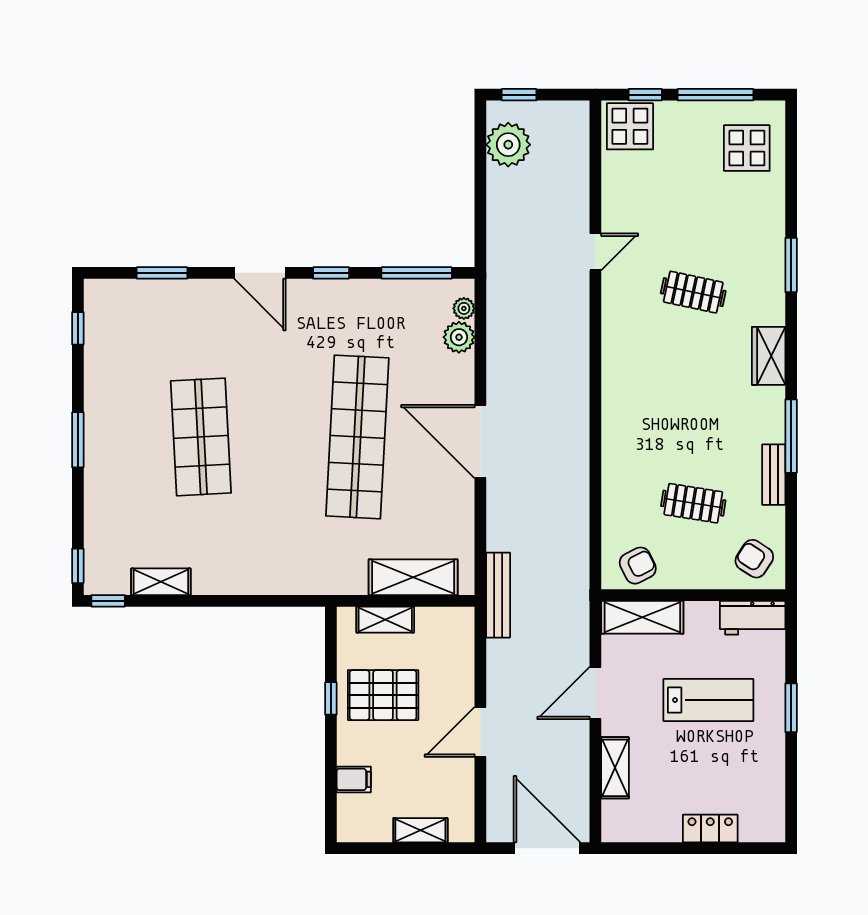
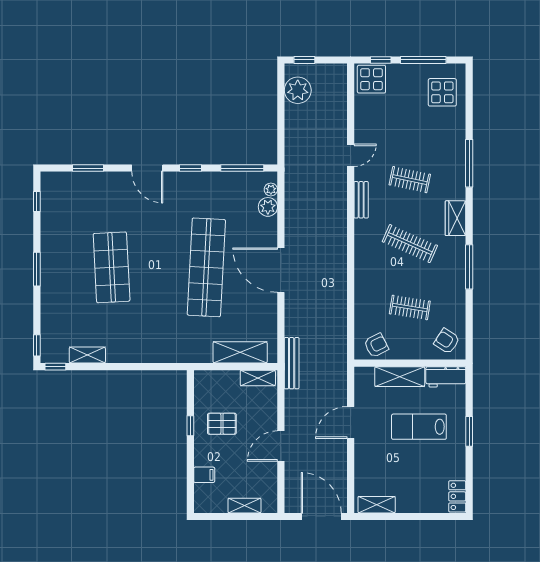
window: (791, 265) -> (469, 163), width x1.44
clothes rail: (693, 398) -> (410, 244), added
bench: (774, 475) -> (361, 200), moved
shelving: (642, 617) -> (400, 377), moved
shelving: (385, 620) -> (258, 378), moved
pallet: (383, 695) -> (222, 424), width x0.67, depth x0.71
lab bench: (708, 700) -> (419, 427), turned 180
shelving: (615, 768) -> (377, 505), moved, turned 90
locker: (710, 829) -> (457, 496), moved, turned -90

